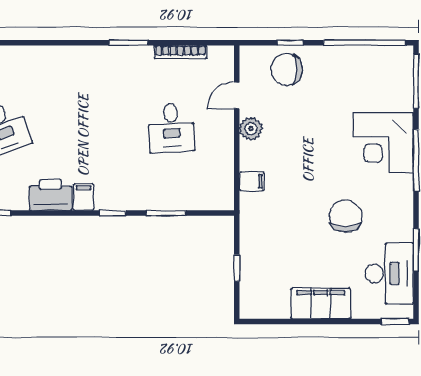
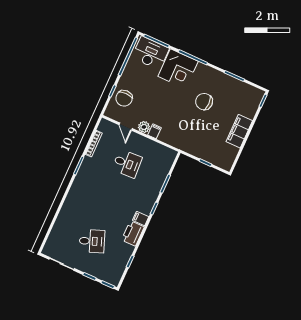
filing cabinet: (252, 181) -> (155, 131), moved
desk: (389, 273) -> (150, 53), moved

